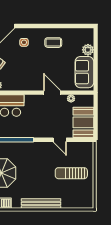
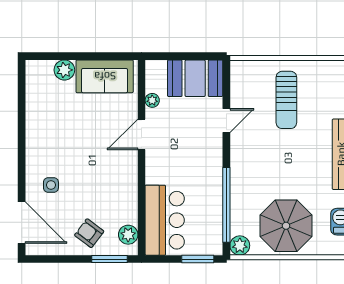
coffee table: (53, 43) -> (51, 132), removed

